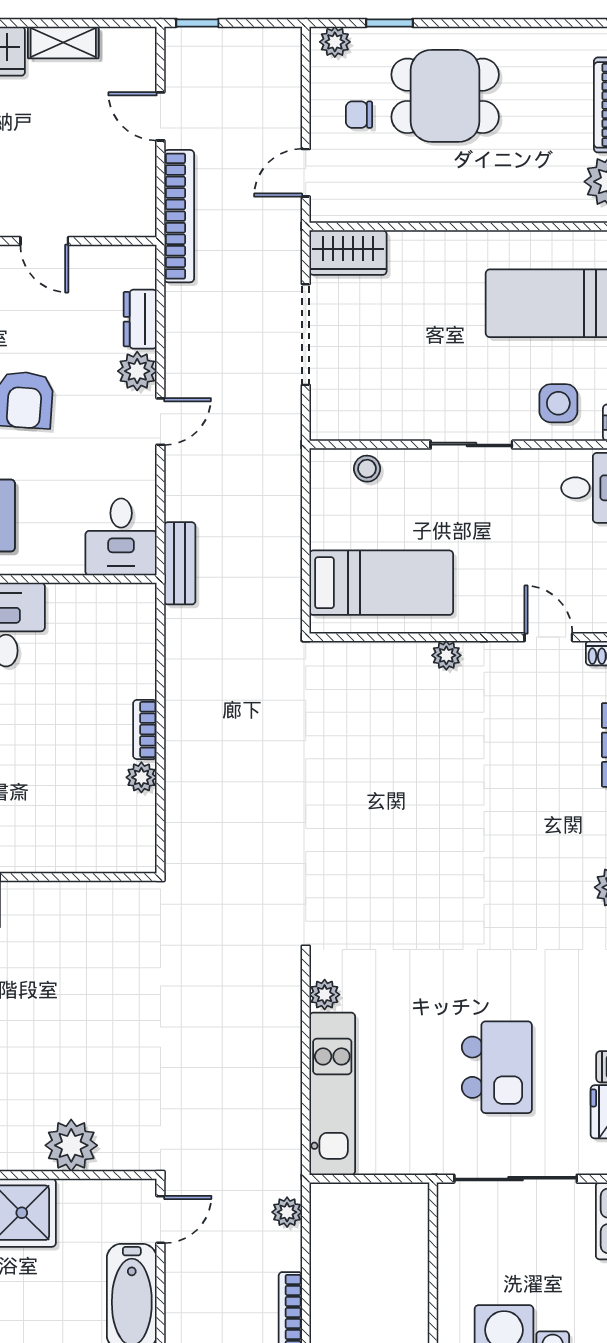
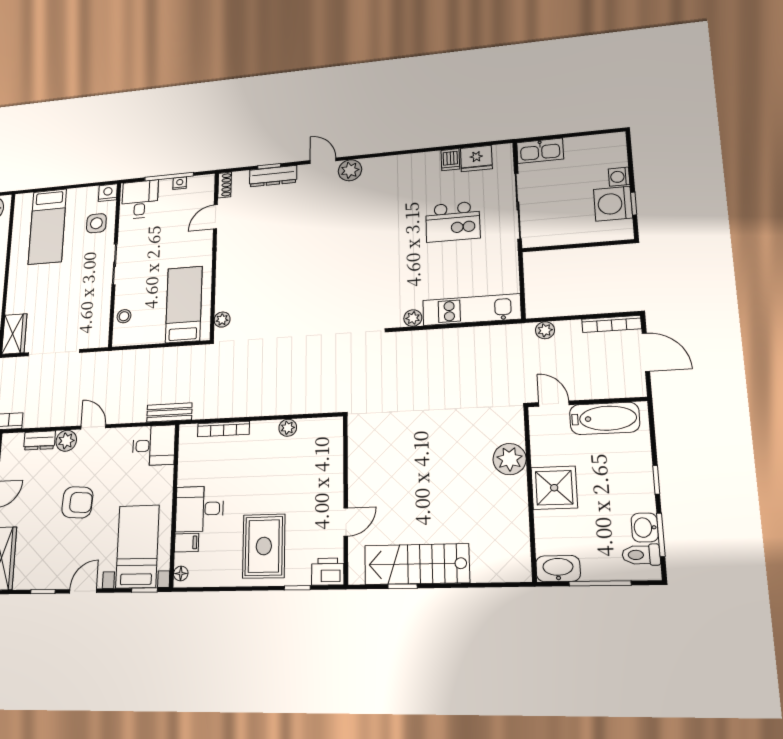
plant: (446, 655) -> (222, 320), moved
bookcase: (145, 730) -> (223, 429), moved, width x1.56
kitchen island: (497, 1067) -> (453, 222), turned 180

